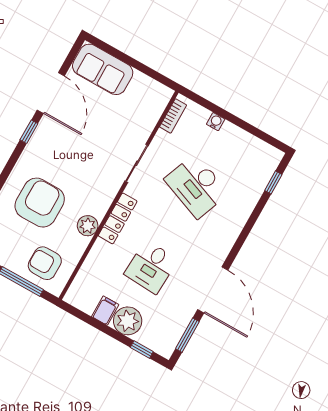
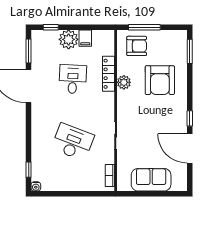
sofa: (103, 69) -> (151, 180), moved
water cooler: (216, 122) -> (36, 186), moved
locker: (118, 218) -> (108, 74), moved

